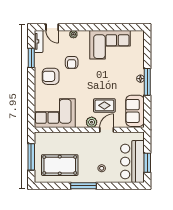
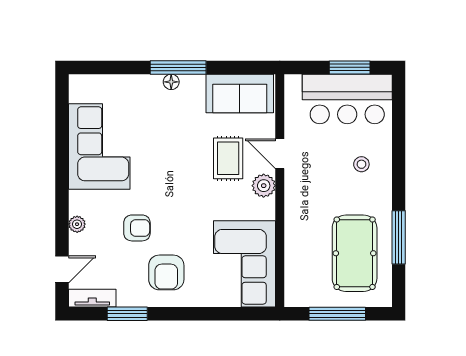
window: (83, 186) -> (399, 237), moved

